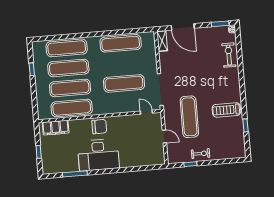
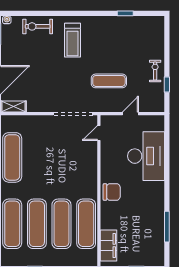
exercise mat: (124, 83) -> (61, 157), removed
treadmill: (226, 110) -> (73, 40), moved
exercise mat: (189, 117) -> (109, 81), width x0.73, depth x0.69
chair: (99, 127) -> (112, 192), turned 90
desk: (98, 155) -> (146, 156), moved

